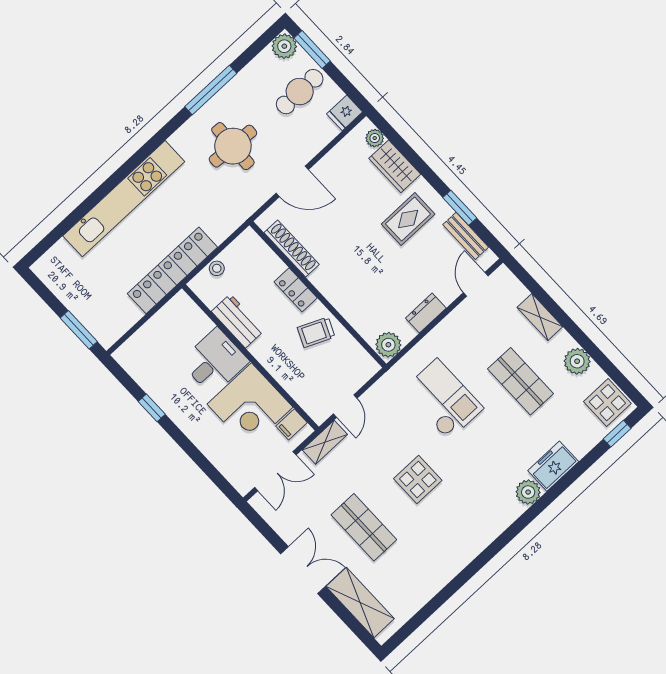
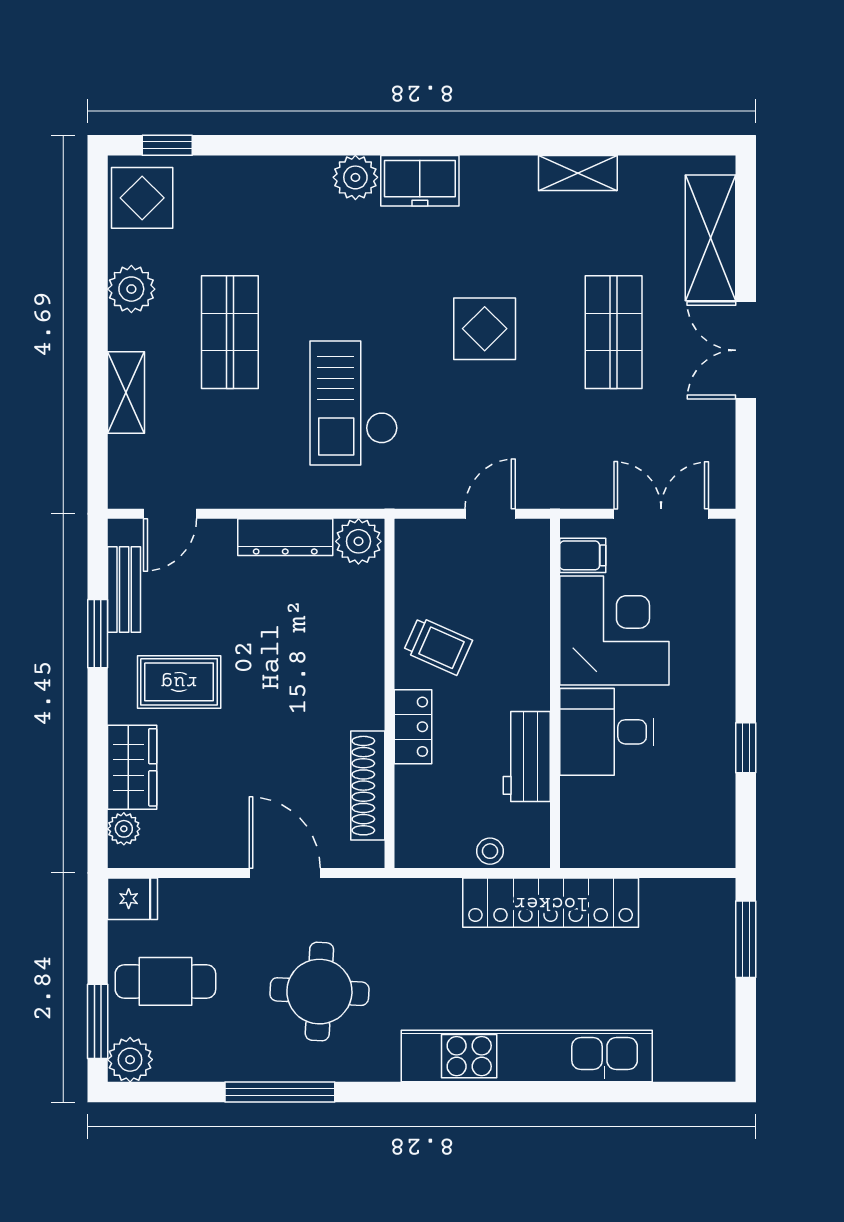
dresser: (426, 313) -> (285, 537), width x1.44
shelving: (325, 442) -> (578, 173), moved
freezer: (553, 466) -> (420, 181), moved

